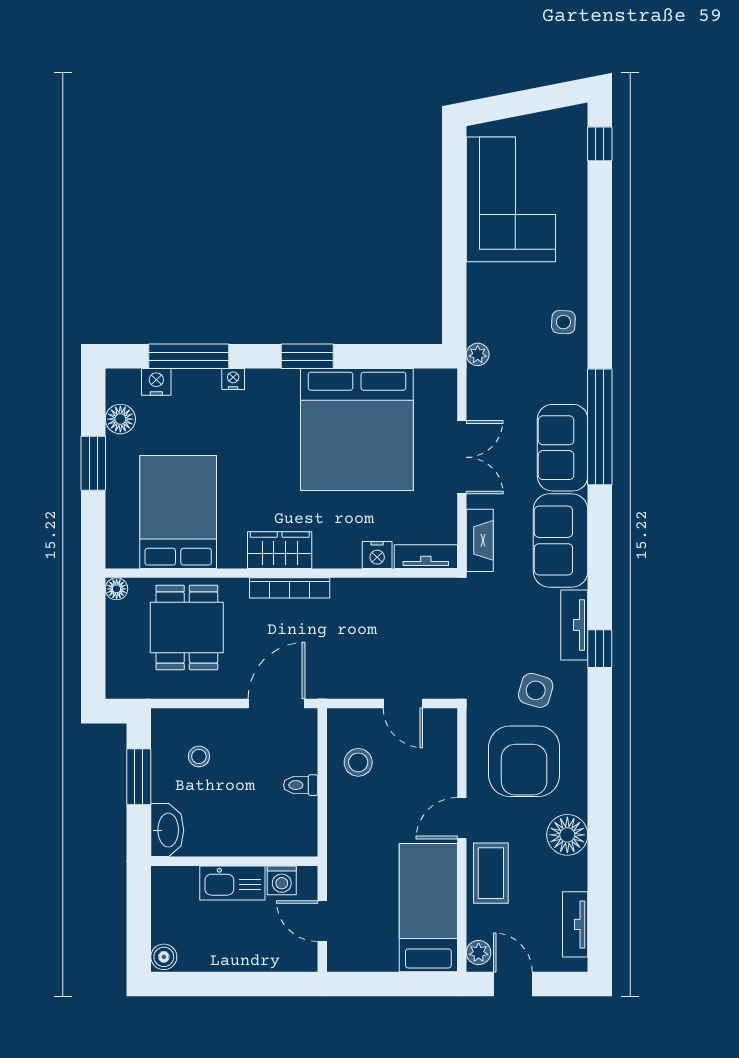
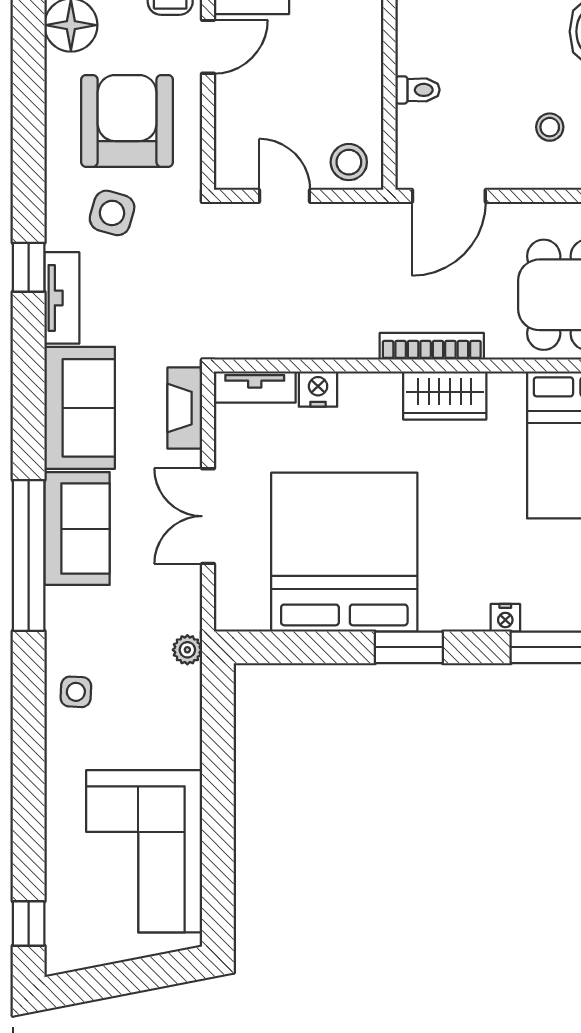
stool: (358, 762) -> (349, 162), moved

